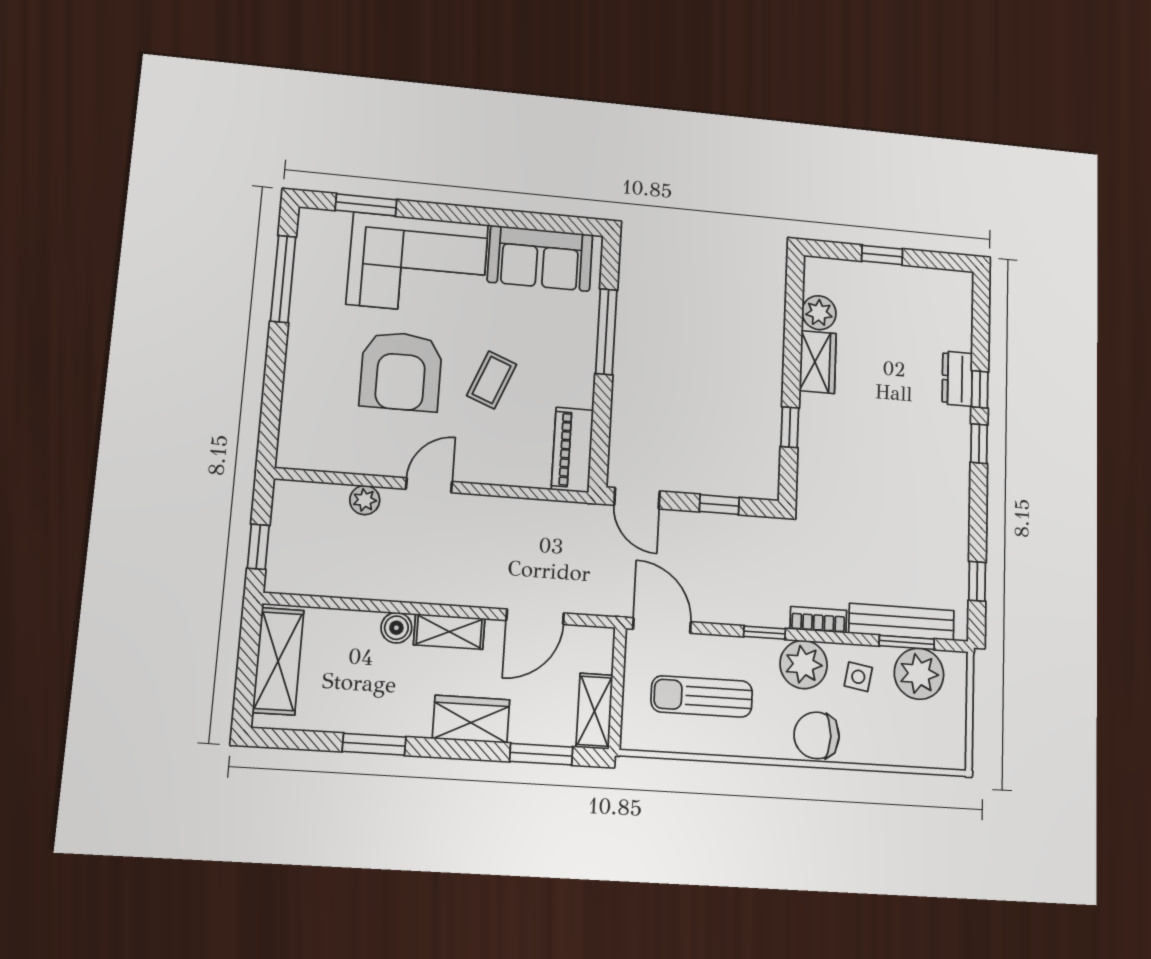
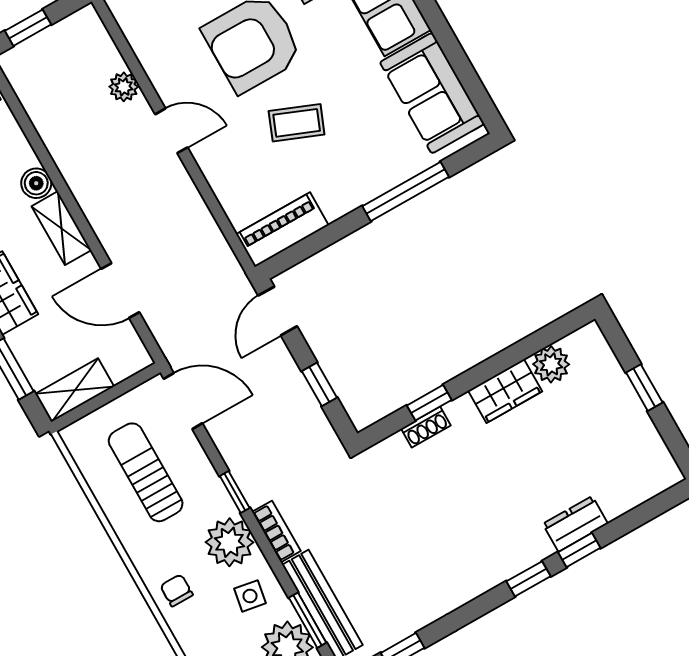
shoe rack: (808, 443) -> (426, 427), added
door: (662, 625) -> (183, 401), hinge flipped
chair: (817, 735) -> (177, 590), width x0.54, depth x0.54

